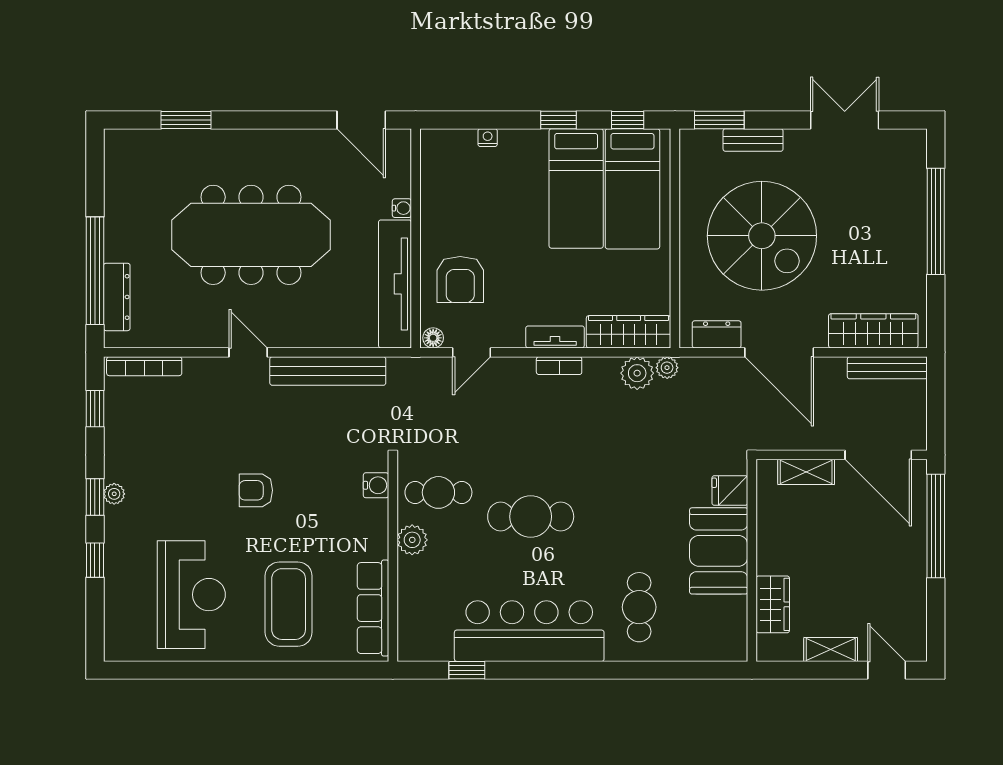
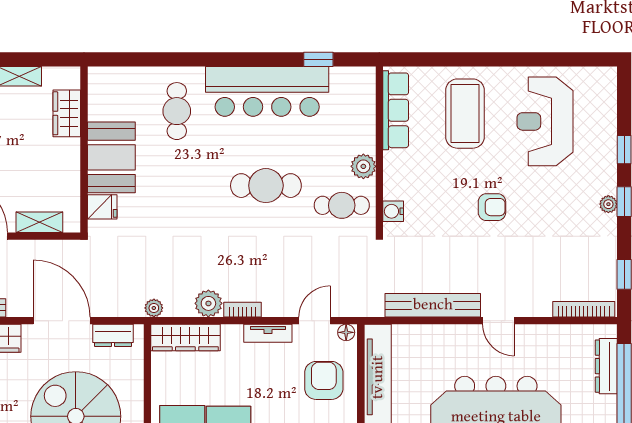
tv unit: (555, 337) -> (268, 333), moved
plant: (637, 373) -> (208, 303), moved

